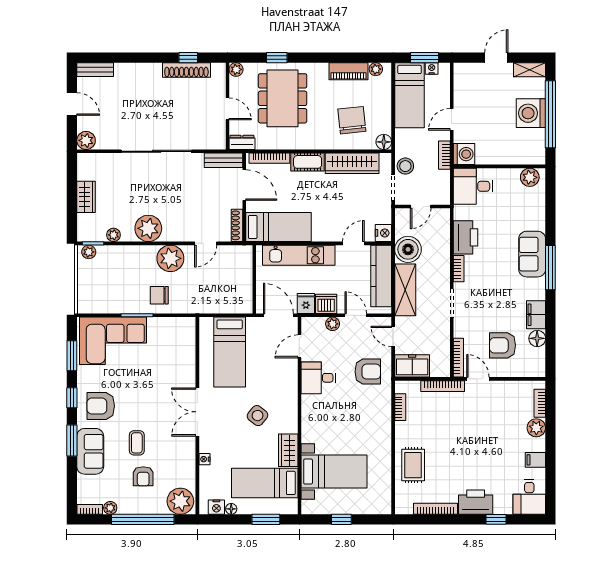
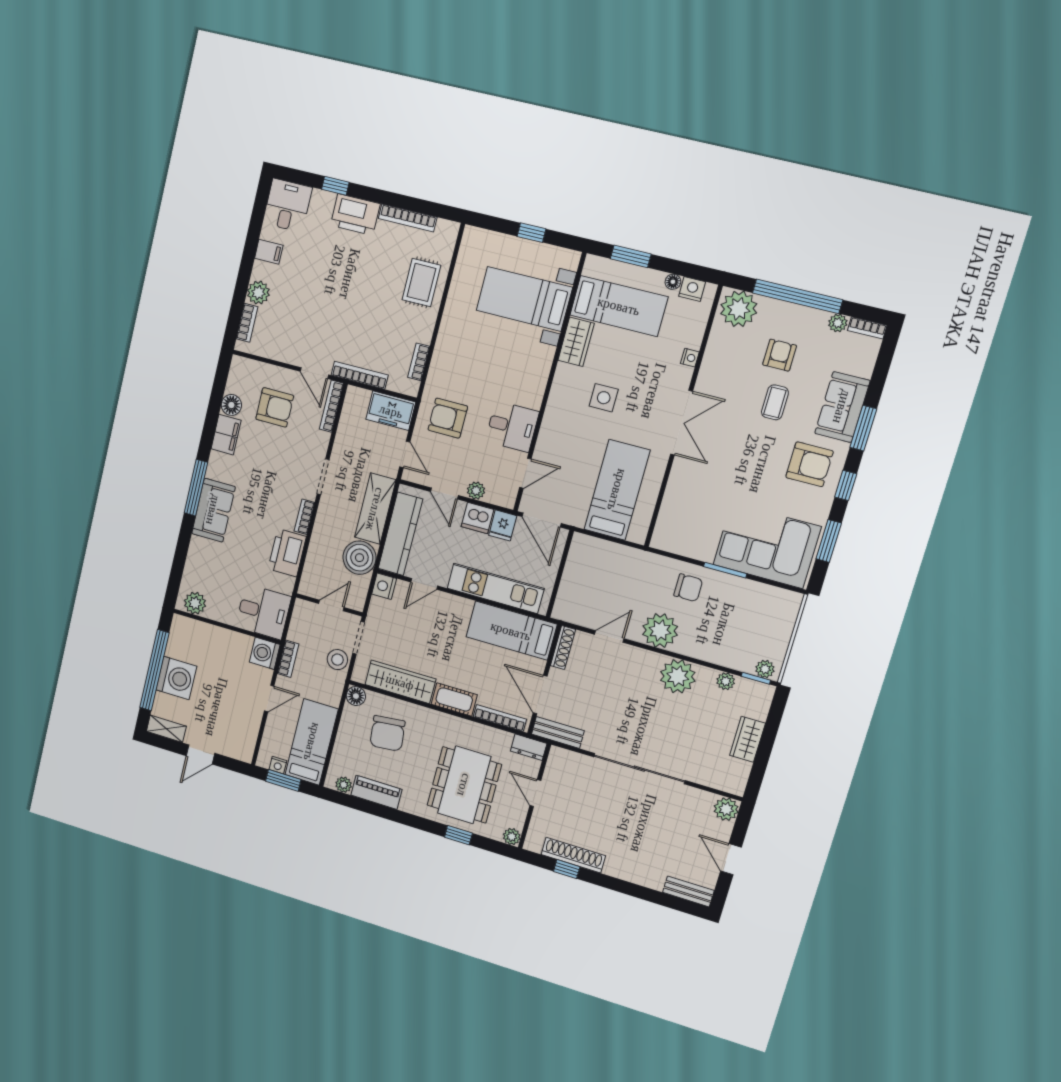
side table: (258, 416) -> (604, 398), turned -38

